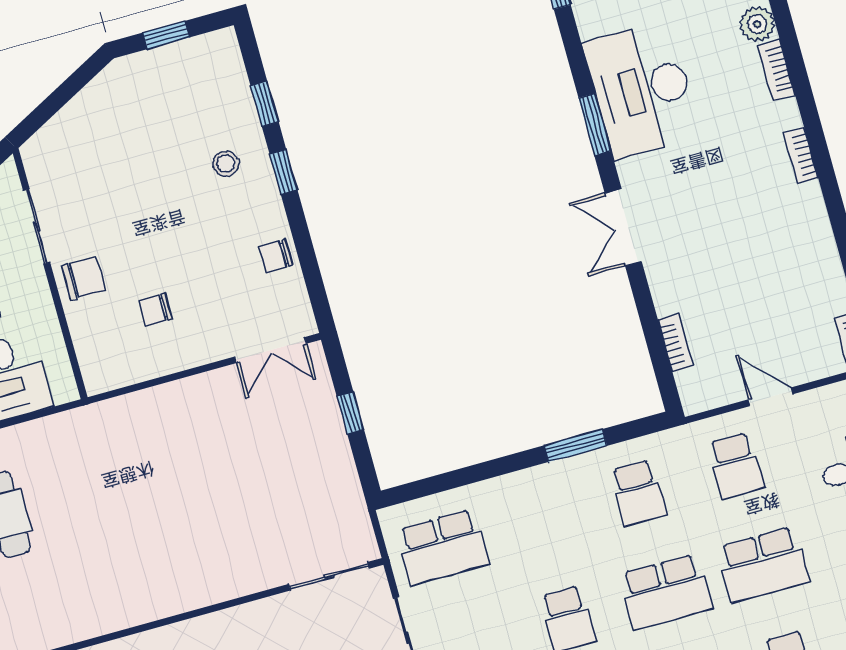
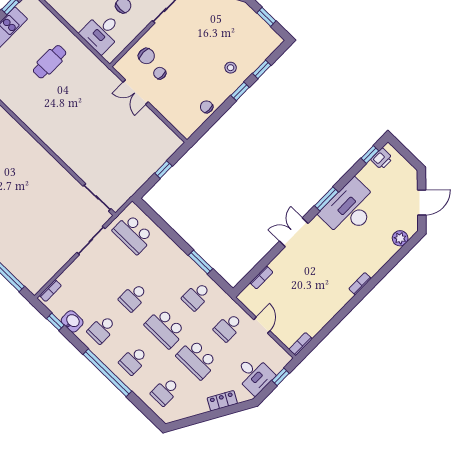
bookcase: (776, 70) -> (387, 256), removed
chair: (83, 278) -> (146, 56), moved
double door: (270, 350) -> (136, 92), moved

